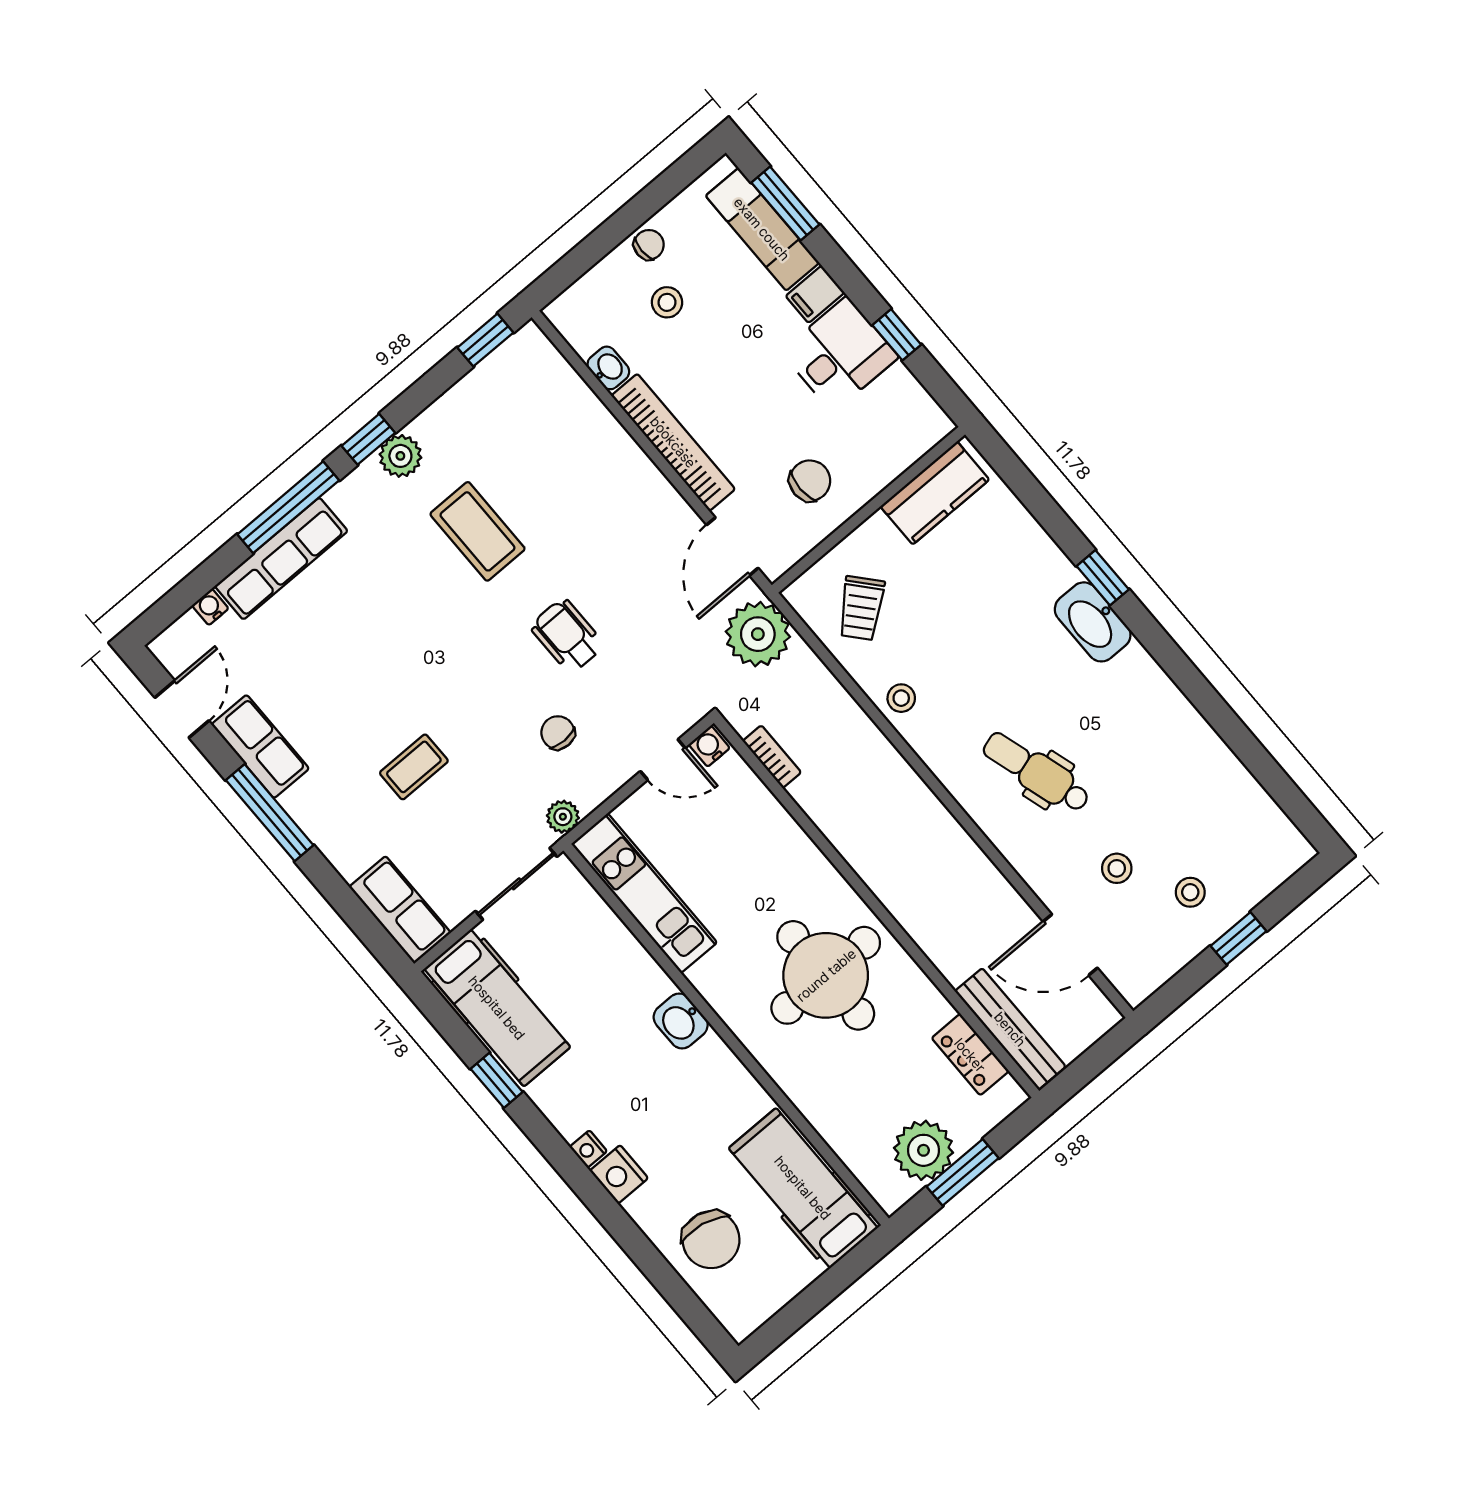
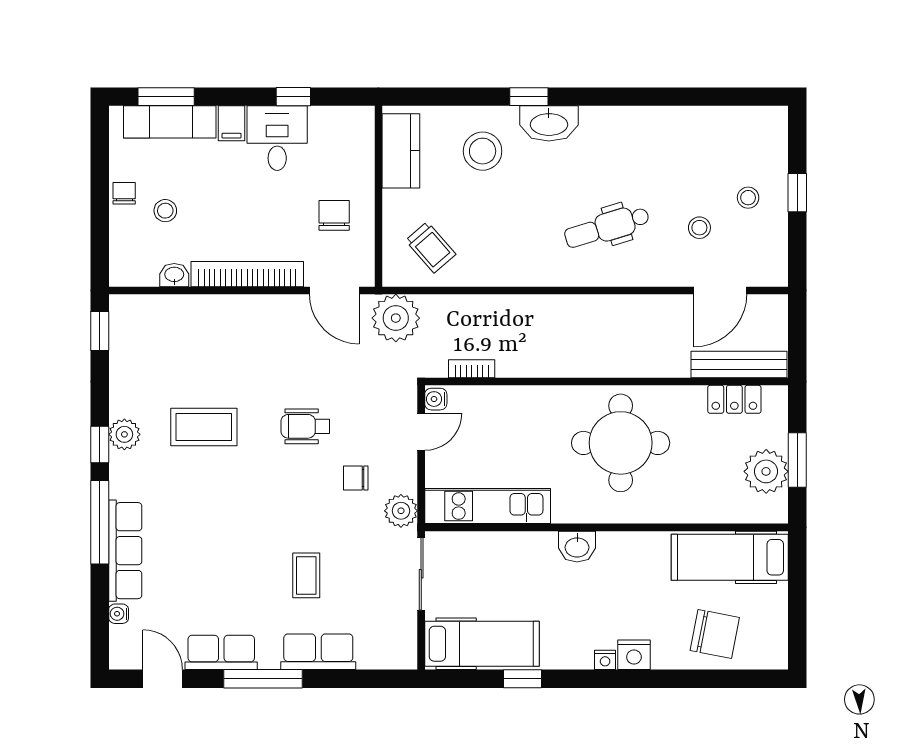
stool: (901, 698) -> (483, 151), moved, width x1.89, depth x1.89
plant: (563, 817) -> (401, 511), width x1.38, depth x1.38
row of seats: (400, 910) -> (318, 652), moved

